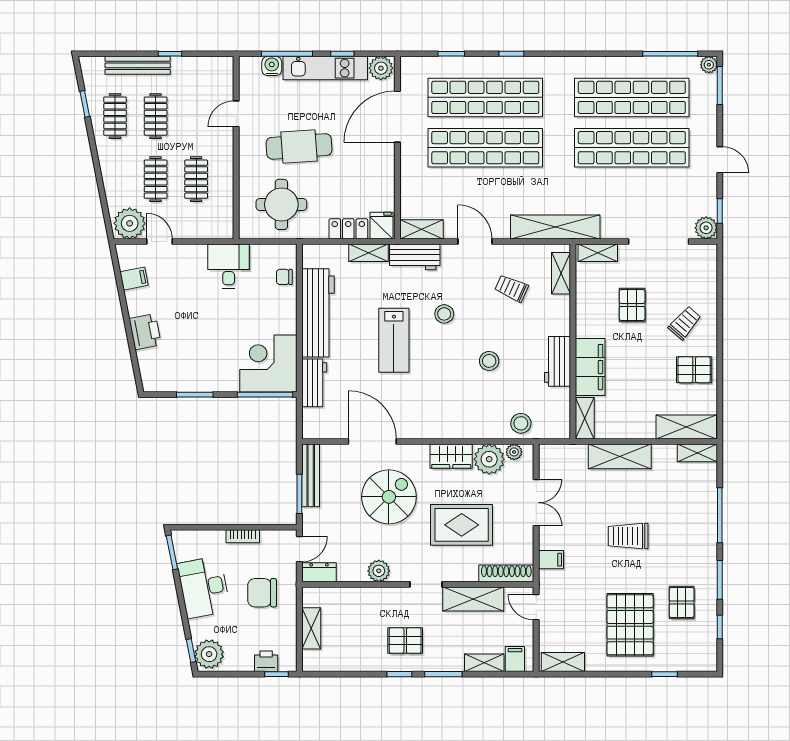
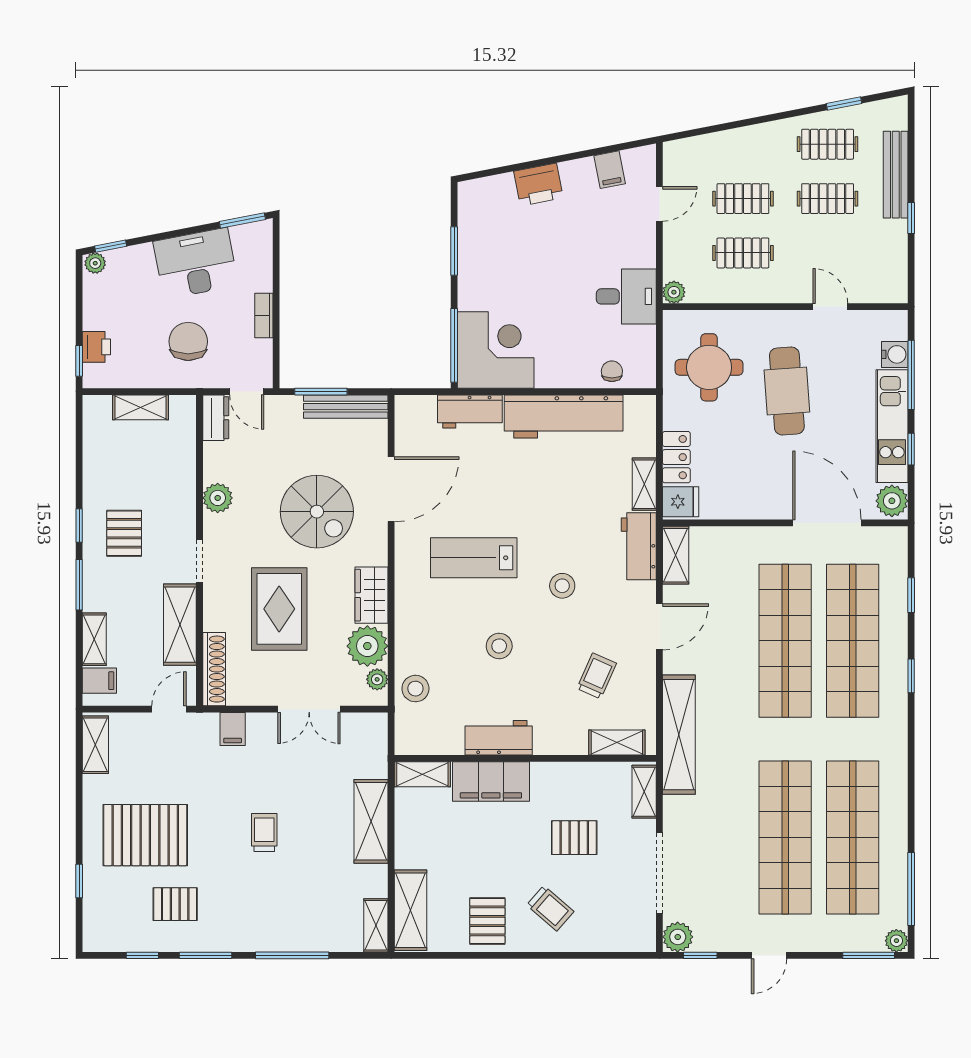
plant: (130, 223) -> (674, 292), moved, width x0.53, depth x0.53
lab bench: (394, 340) -> (474, 558), moved
trolley: (628, 536) -> (264, 832), width x0.73, depth x0.72
plant: (209, 654) -> (95, 263), width x0.53, depth x0.53

